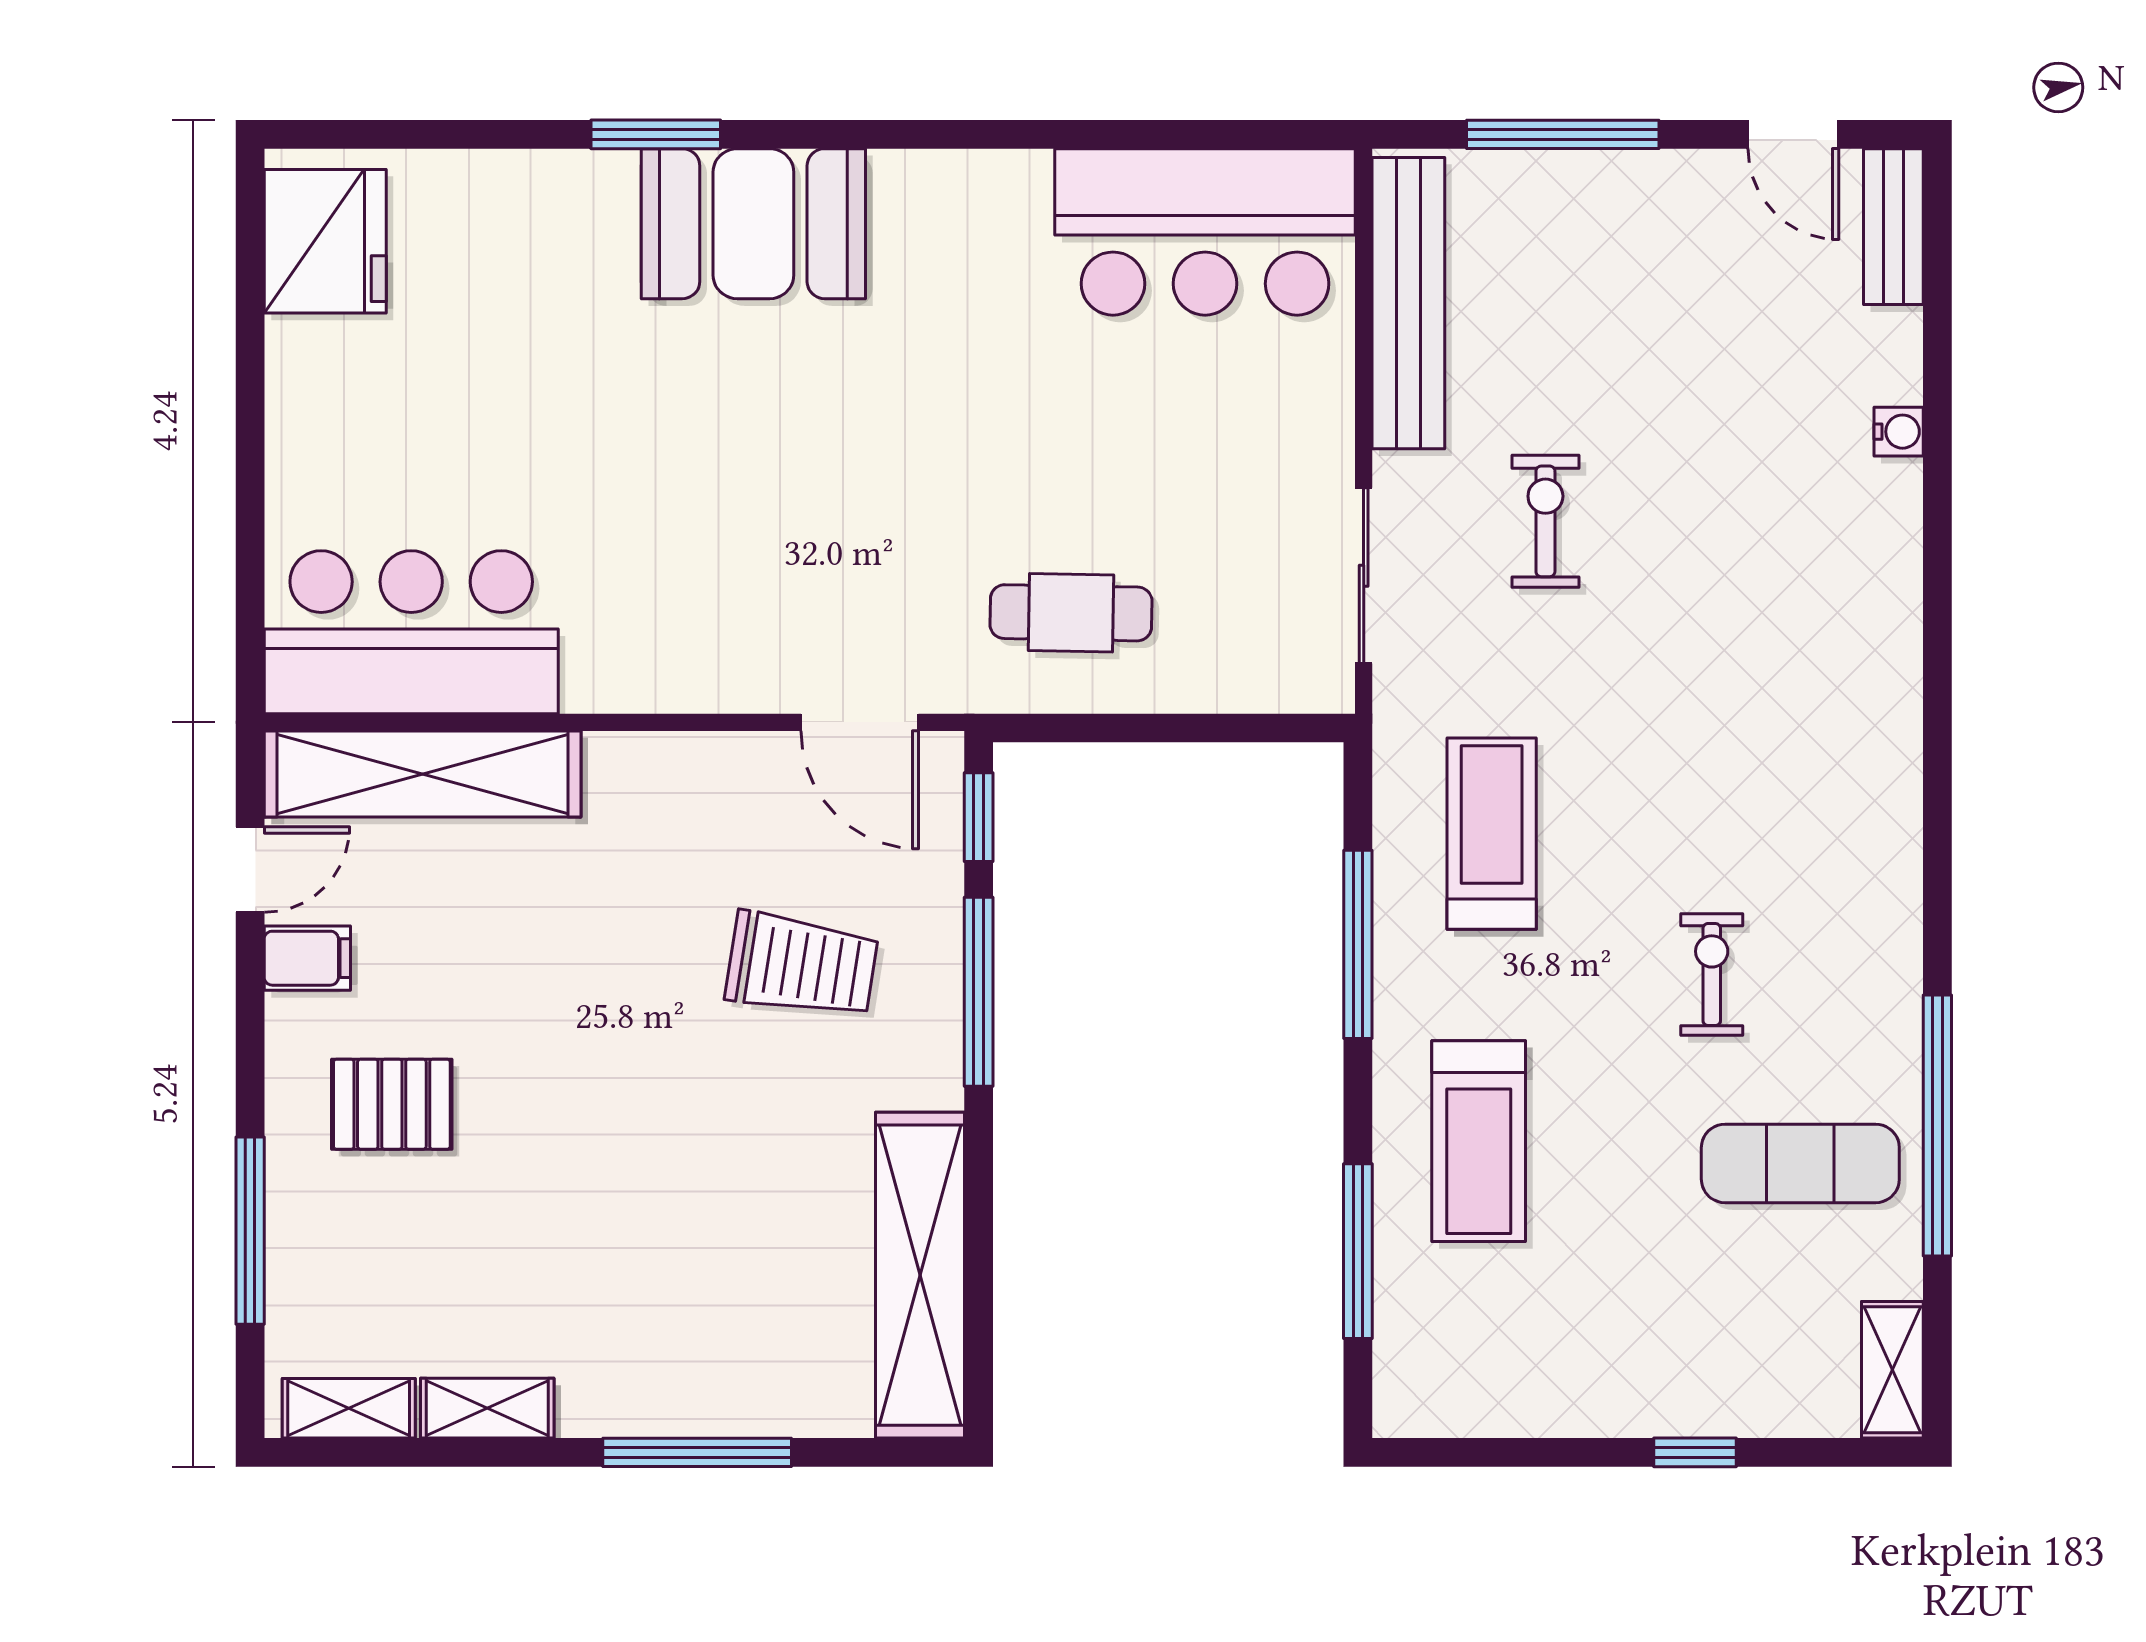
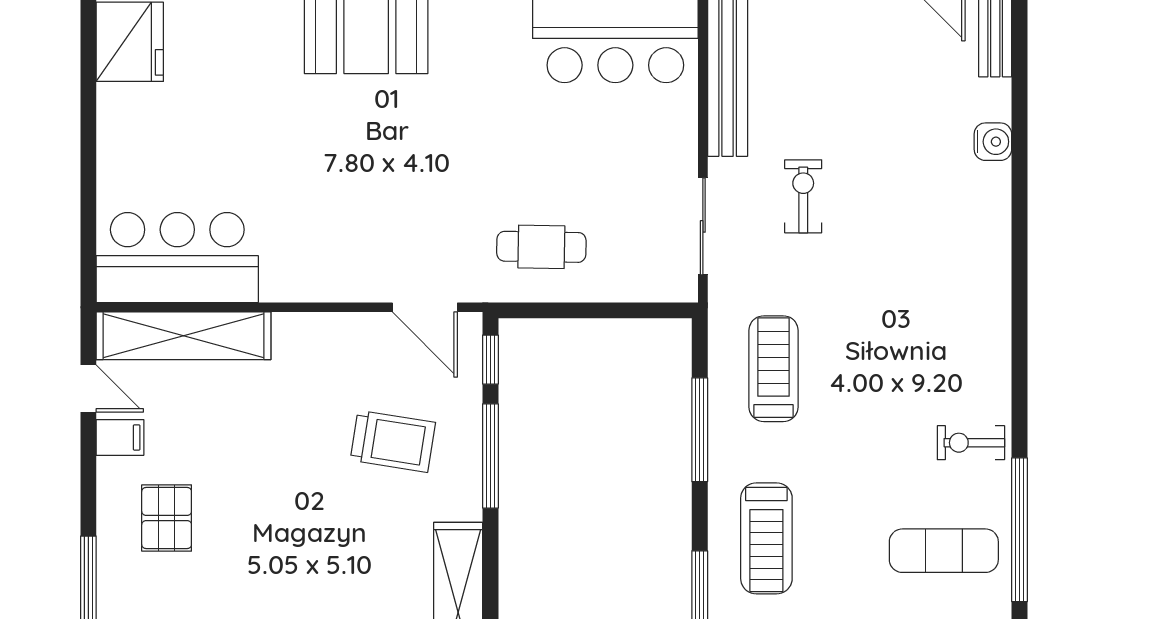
water cooler: (1899, 432) -> (993, 142), width x1.38, depth x1.38
door: (250, 870) -> (88, 389), hinge flipped
exercise bike: (1712, 975) -> (971, 443), moved, turned -90
pallet: (392, 1104) -> (167, 518), turned 90

